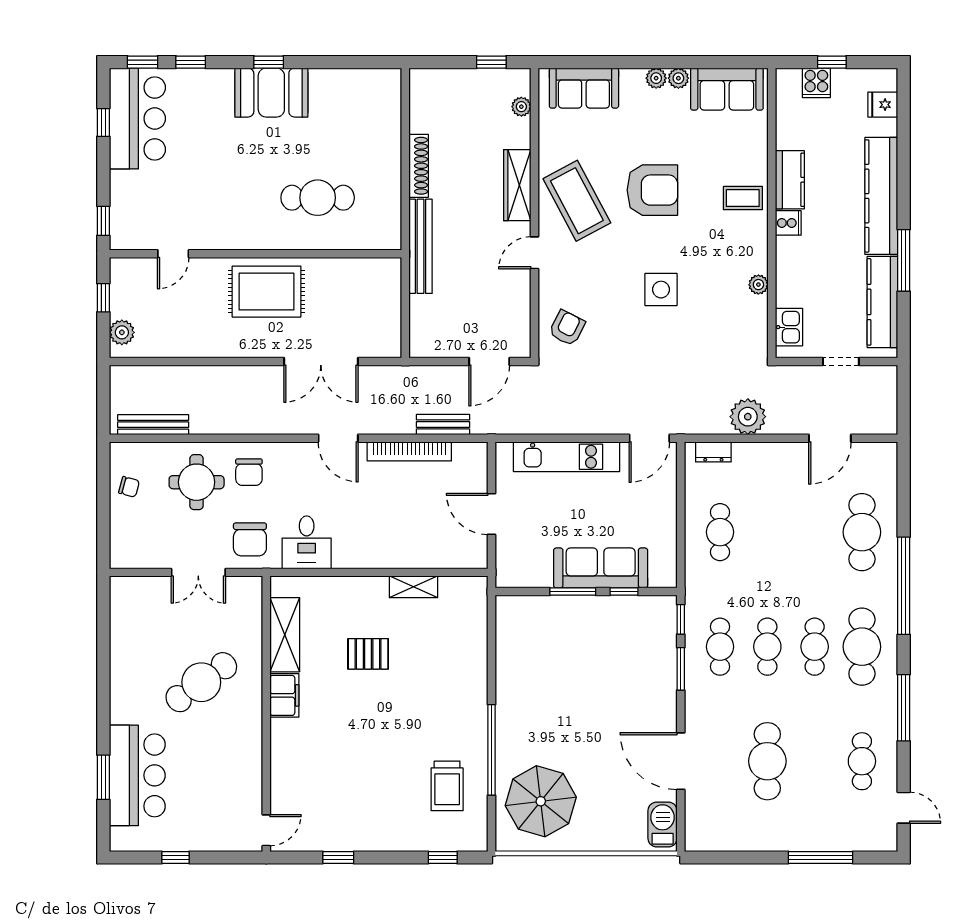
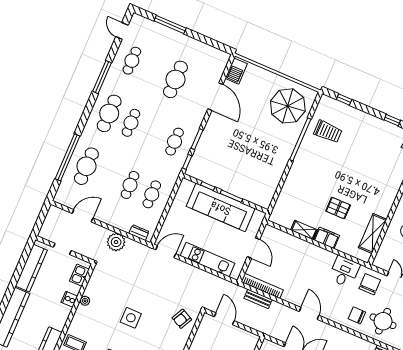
cooker: (788, 223) -> (69, 299), moved
window: (904, 260) -> (13, 283), removed
door: (489, 362) -> (224, 319), hinge flipped
bookcase: (409, 451) -> (262, 286), moved
chair: (249, 472) -> (357, 315), turned -90
sofa: (601, 568) -> (221, 207), width x1.36, depth x1.27
window: (904, 586) -> (67, 157), moved
cafe table: (767, 647) -> (130, 185), moved
filing cabinet: (284, 695) -> (327, 238), moved, turned 90
trolley: (447, 786) -> (328, 132), turned 90

